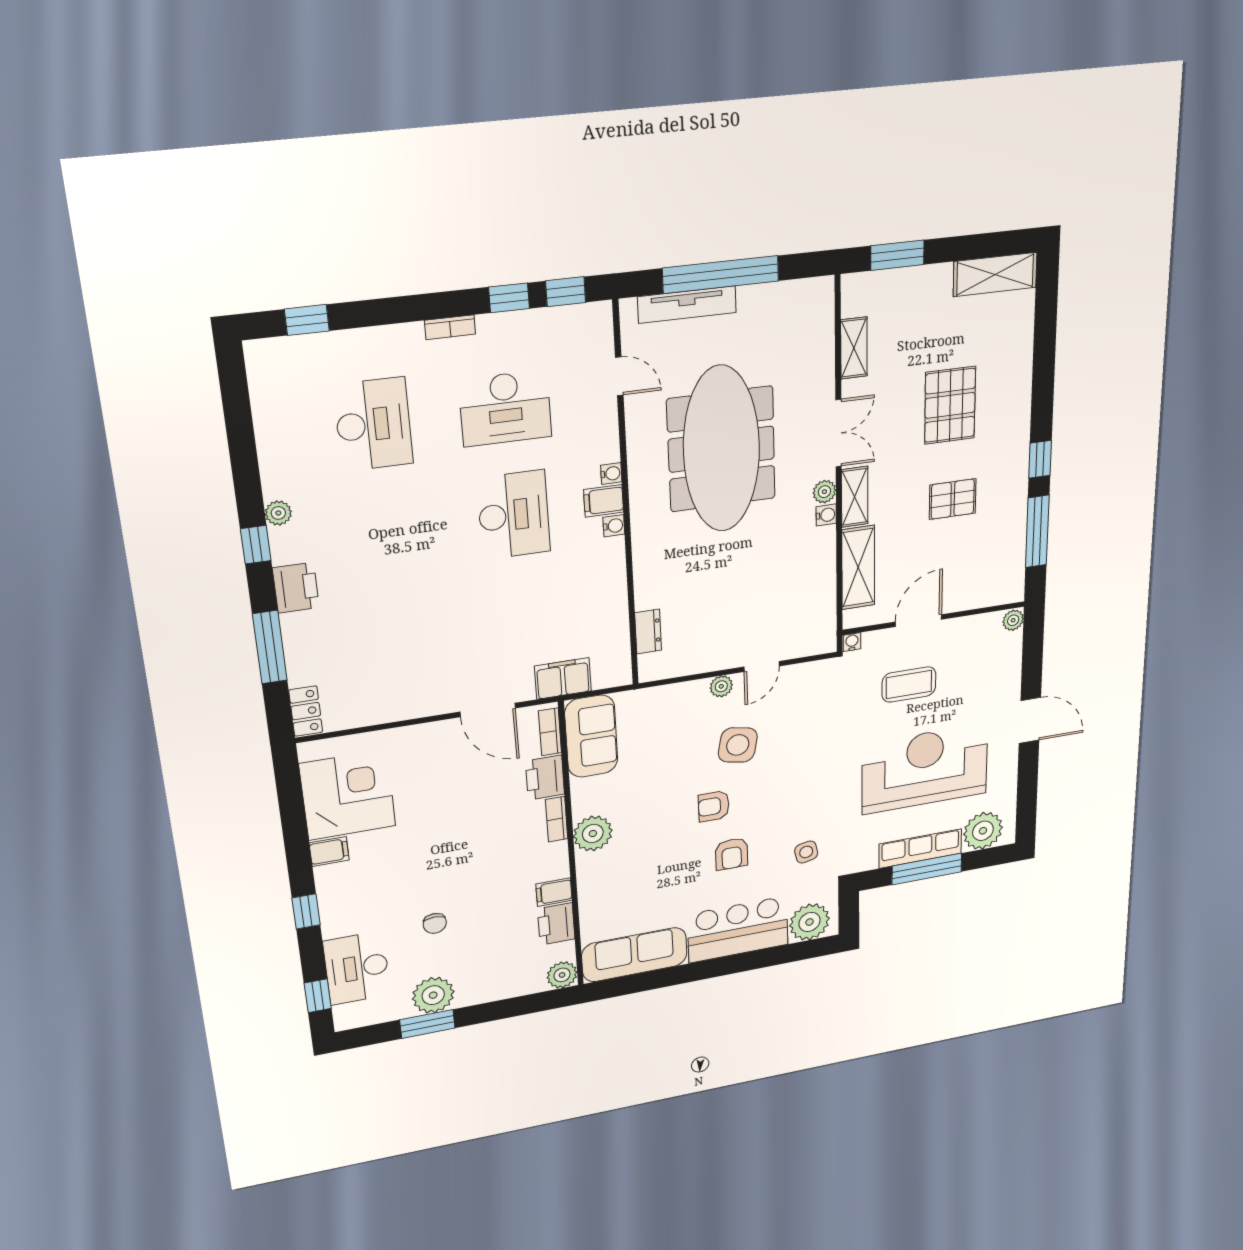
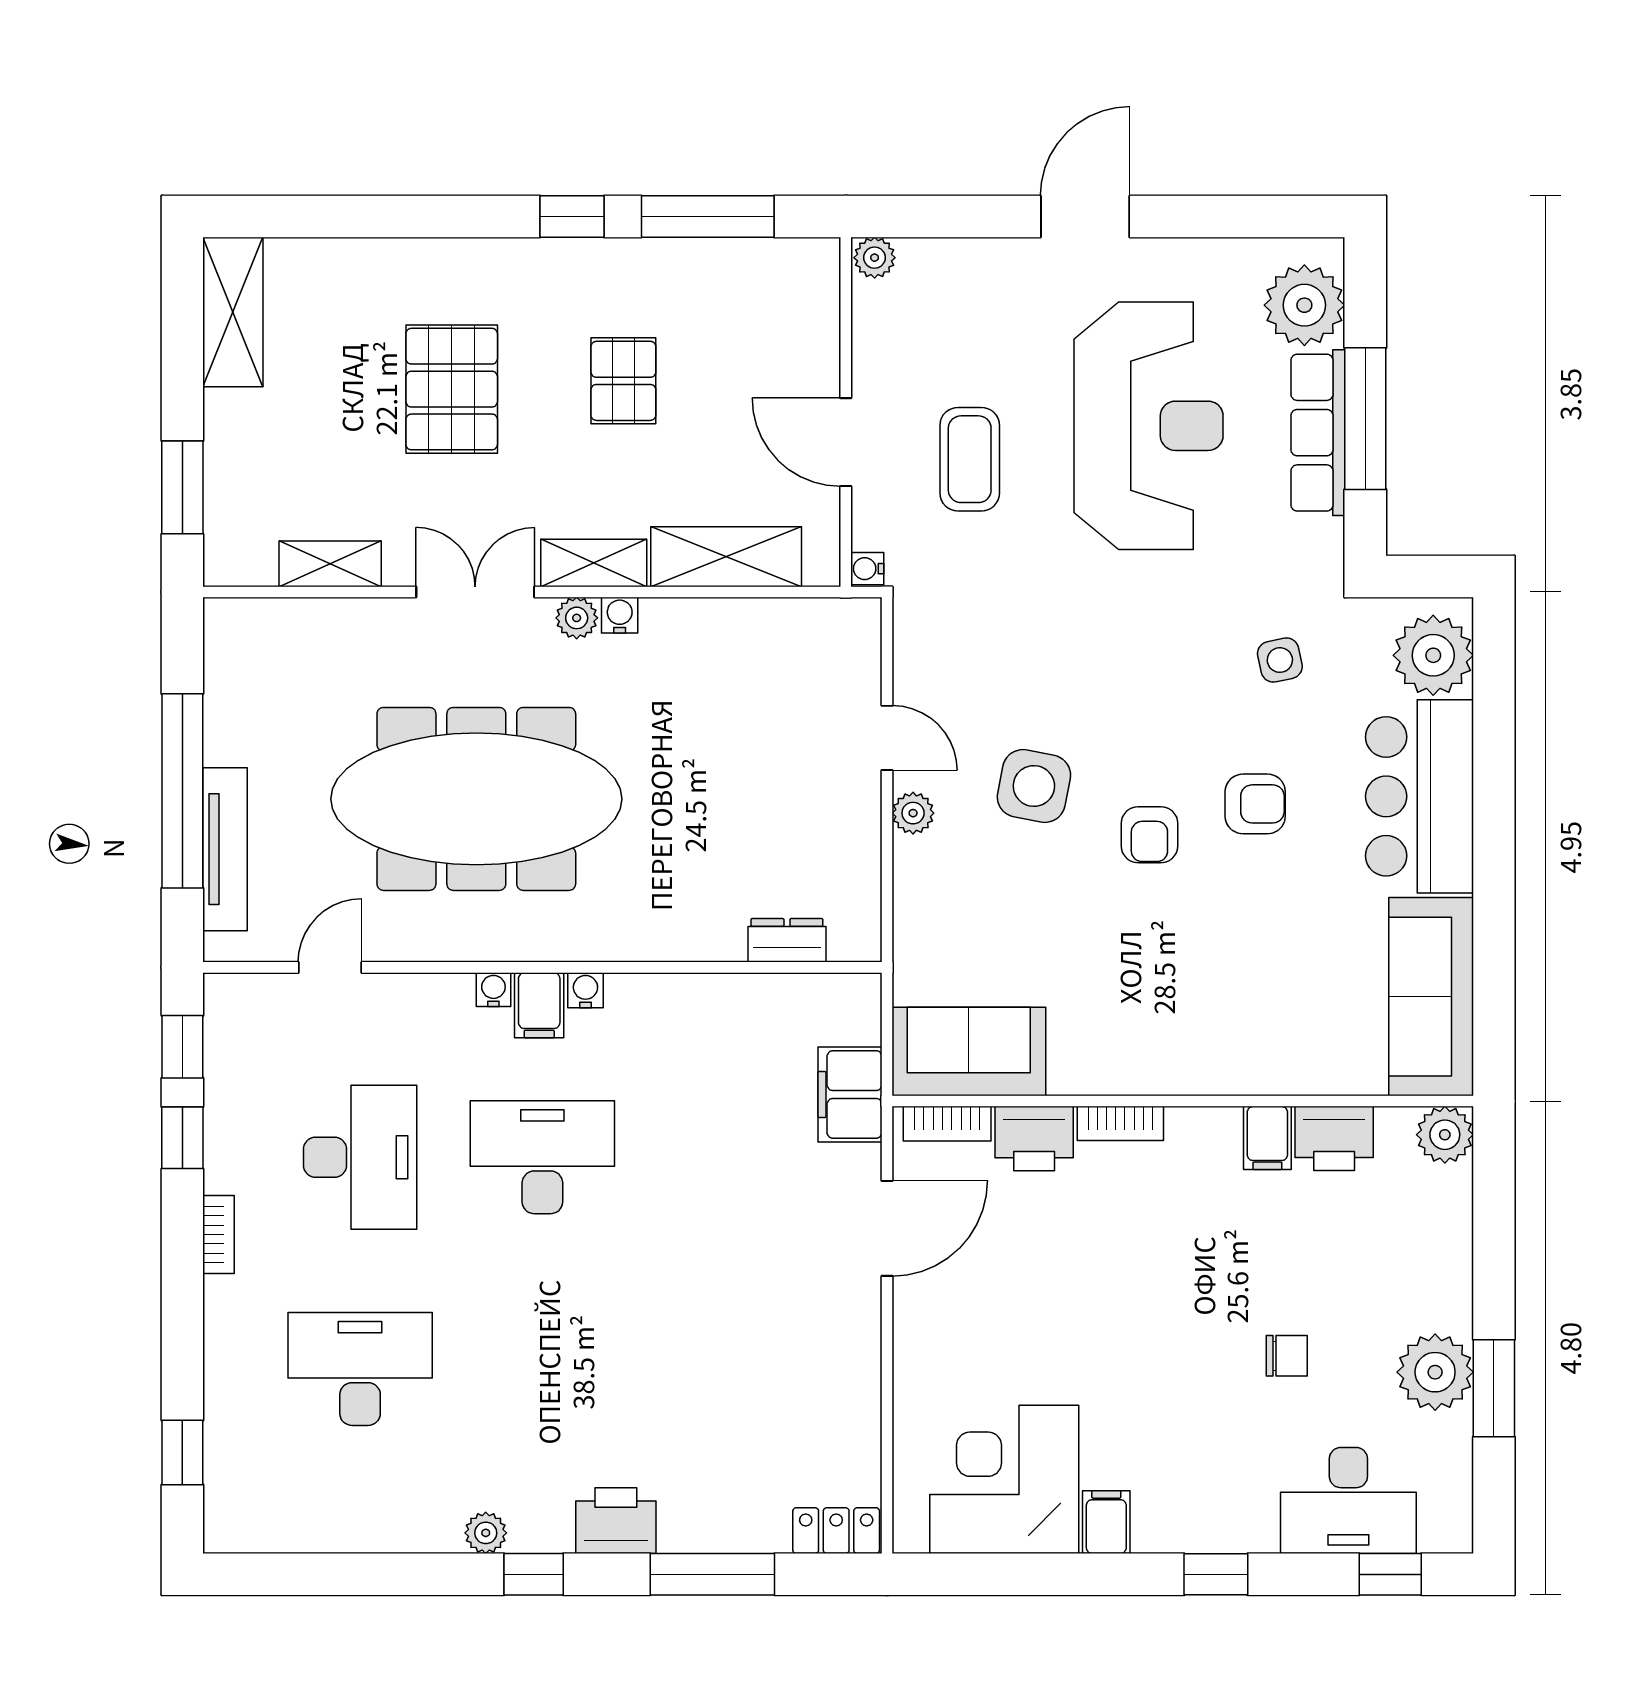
pallet: (950, 405) -> (452, 389), turned 90
reception desk: (925, 769) -> (1149, 426), turned 180
plant: (593, 834) -> (1162, 1060), removed

